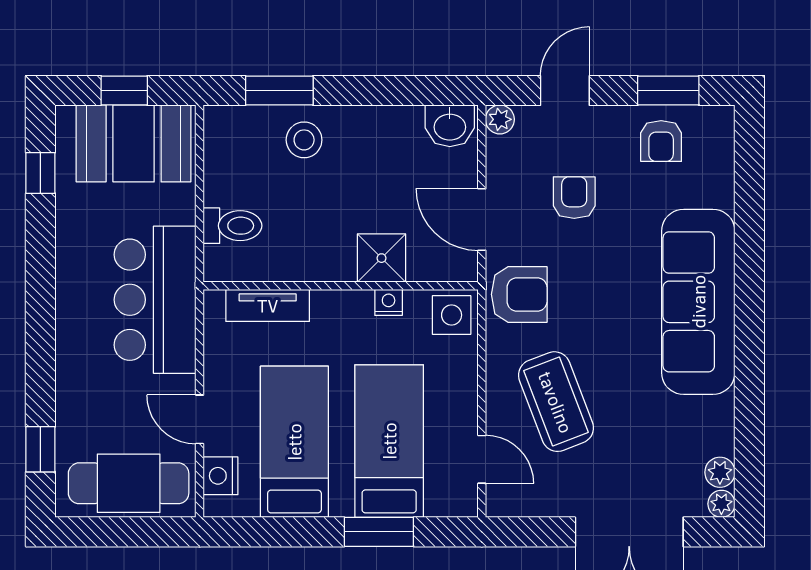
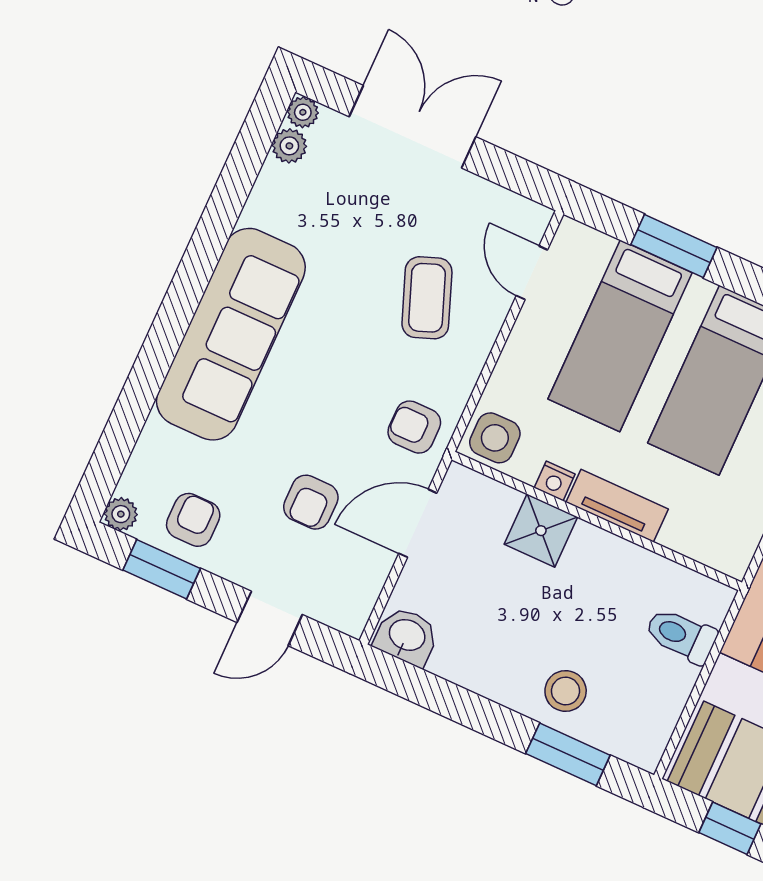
plant: (500, 119) -> (121, 514), moved
door: (482, 220) -> (418, 523), swing flipped
armchair: (519, 294) -> (414, 427), width x0.72, depth x0.72
tv unit: (268, 305) -> (617, 506), moved
coffee table: (556, 402) -> (427, 298), width x0.73, depth x0.76

